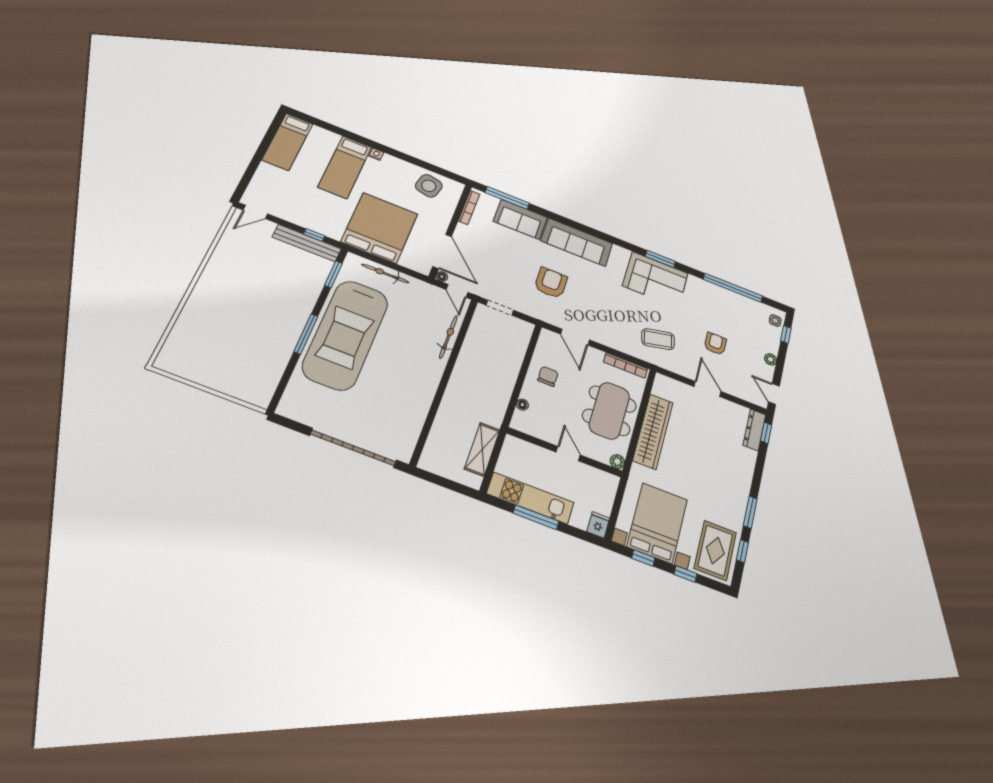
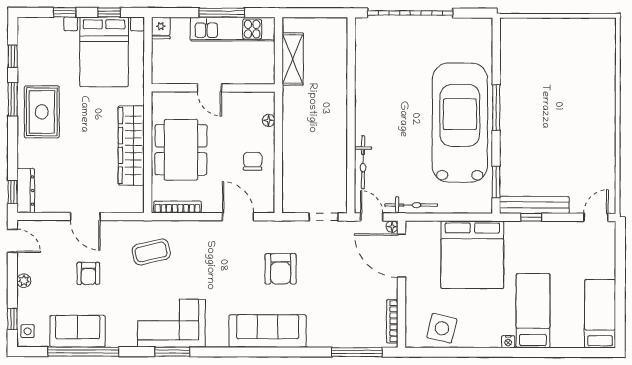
sofa: (520, 219) -> (78, 331), moved
bicycle: (385, 273) -> (411, 205), moved
chair: (548, 376) -> (253, 161), turned 180
plant: (617, 462) -> (159, 99), removed
rug: (715, 550) -> (42, 112), moved

